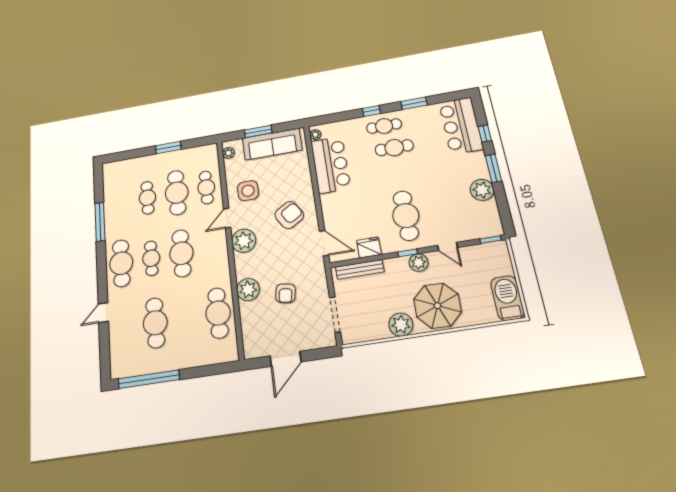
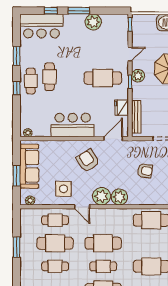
bar counter: (331, 165) -> (73, 125), moved
plant: (248, 290) -> (119, 197), moved

